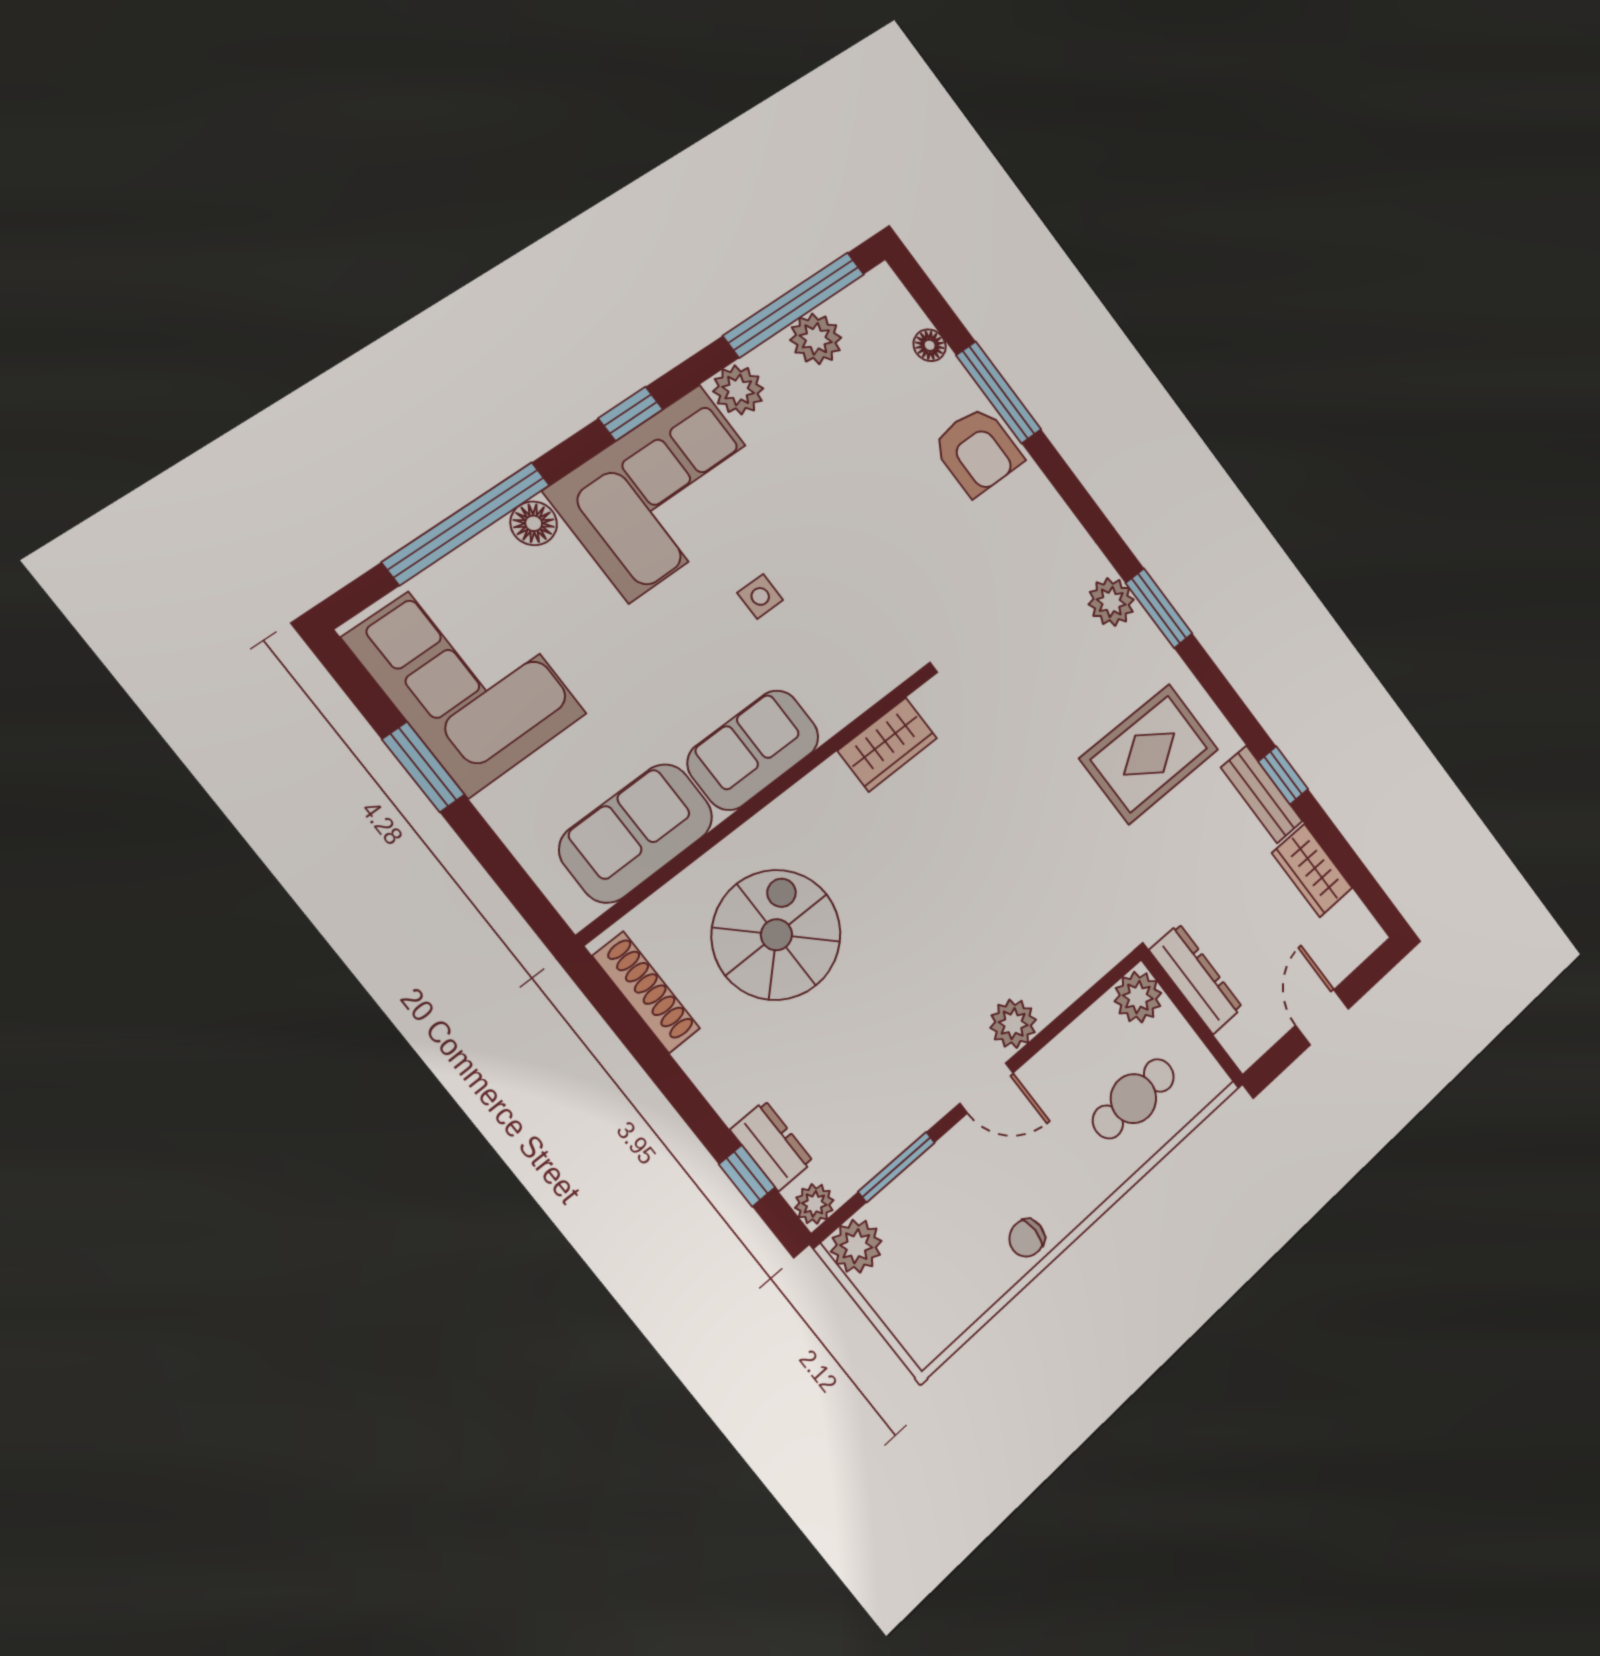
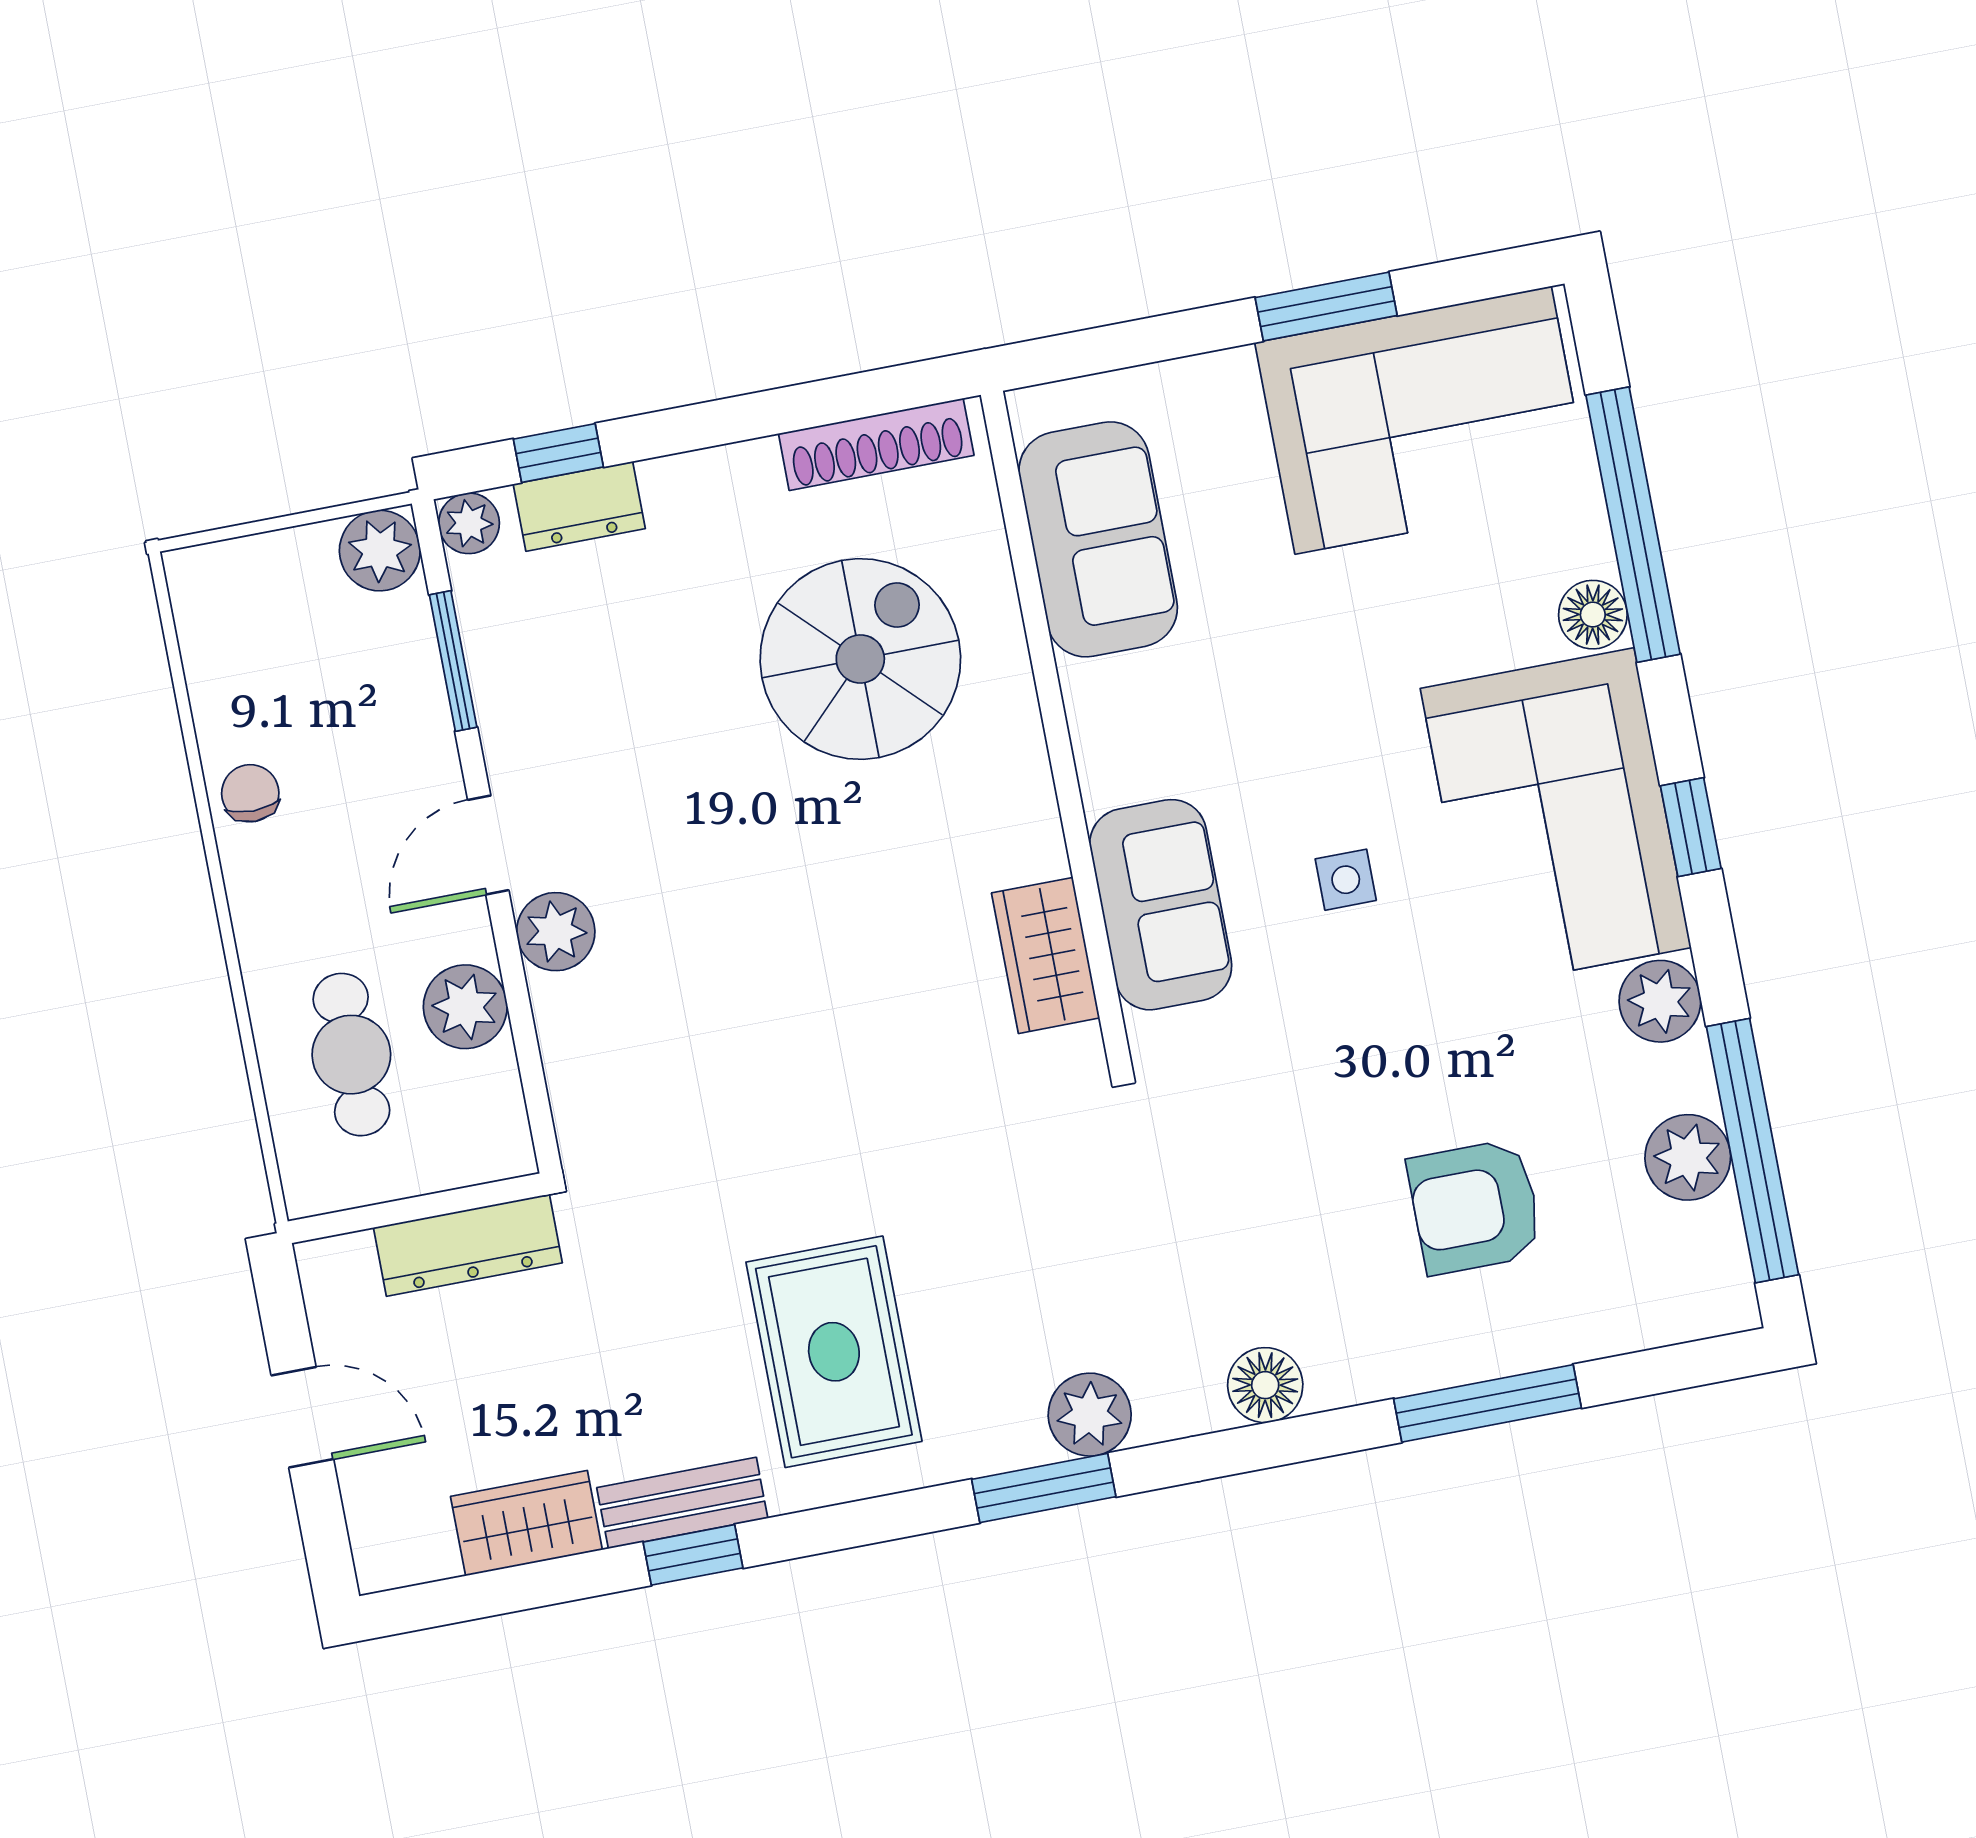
floor lamp: (930, 345) -> (1265, 1385), moved, width x1.37, depth x1.37
armchair: (978, 451) -> (1475, 1207), moved
sofa: (753, 750) -> (1161, 905), moved
spiral stairs: (776, 935) -> (860, 659), turned -90
plant: (1138, 997) -> (465, 1007), moved

